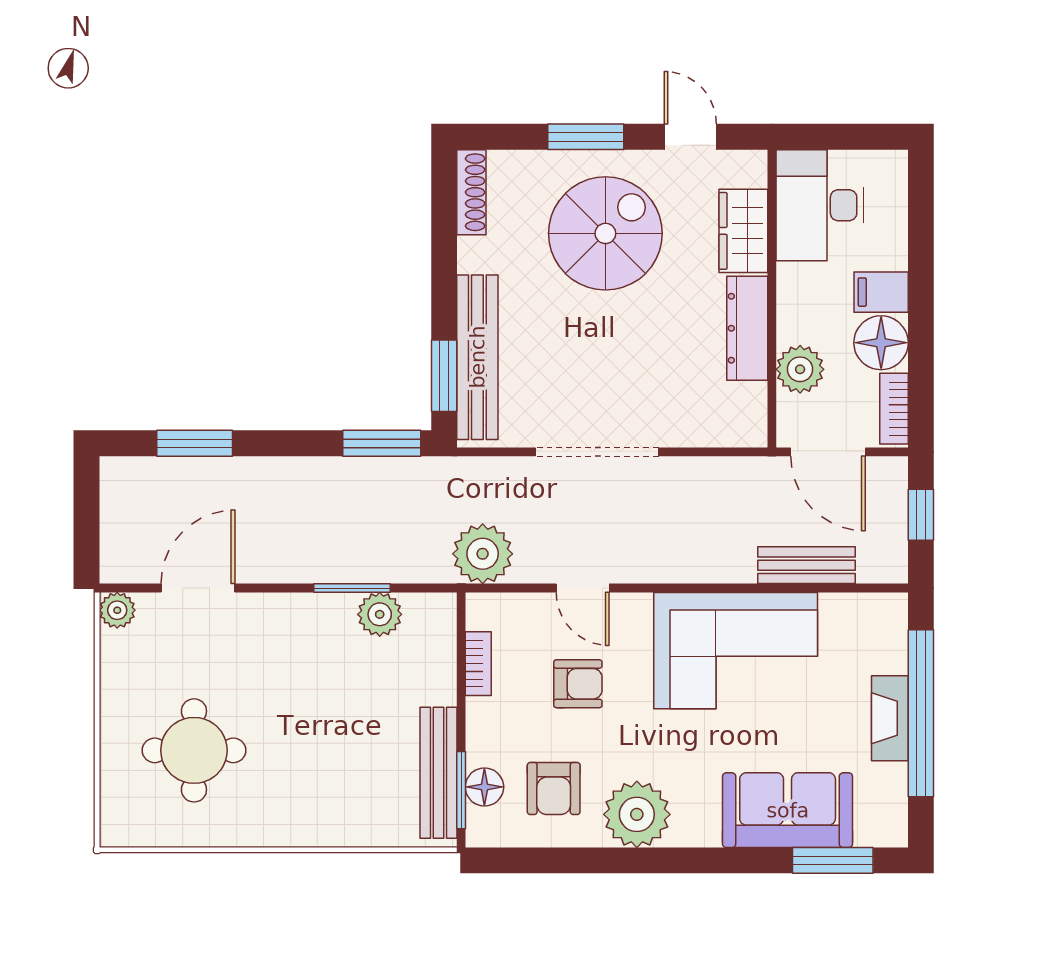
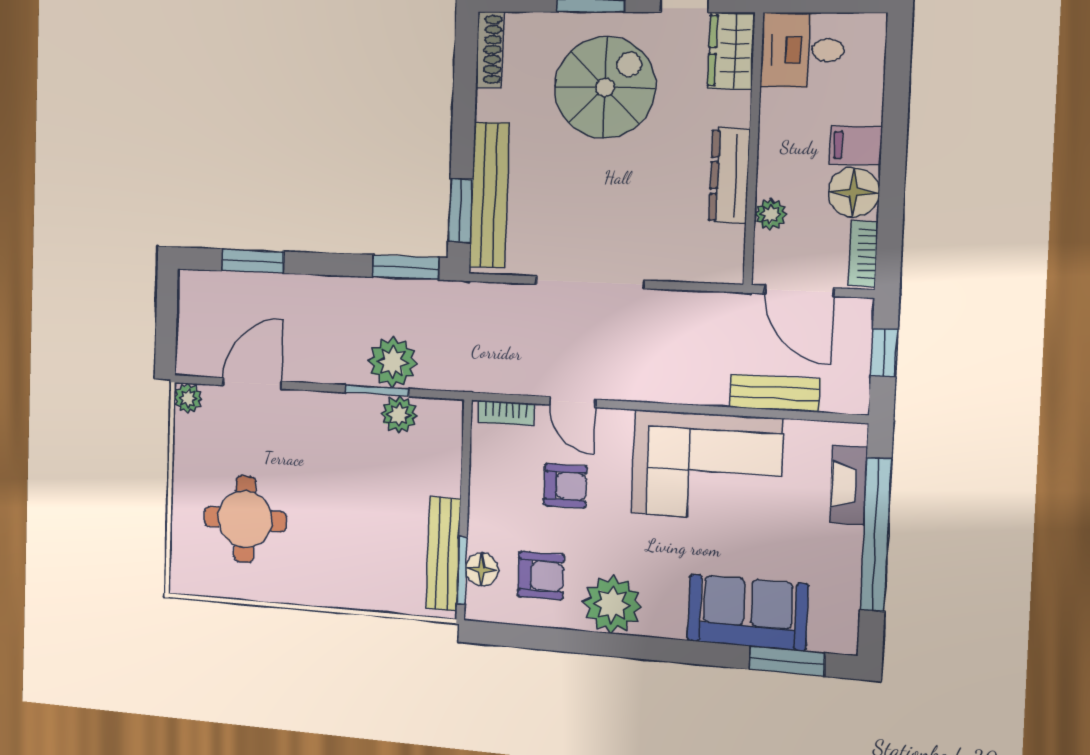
desk: (820, 205) -> (802, 50), width x0.73
wardrobe: (743, 231) -> (731, 51), moved
plant: (800, 369) -> (771, 214), width x0.73, depth x0.73
plant: (483, 554) -> (393, 362), moved
bookcase: (478, 664) -> (506, 413), moved, turned 90
fireplace: (890, 718) -> (849, 485), moved
armchair: (554, 788) -> (541, 576), turned -90

